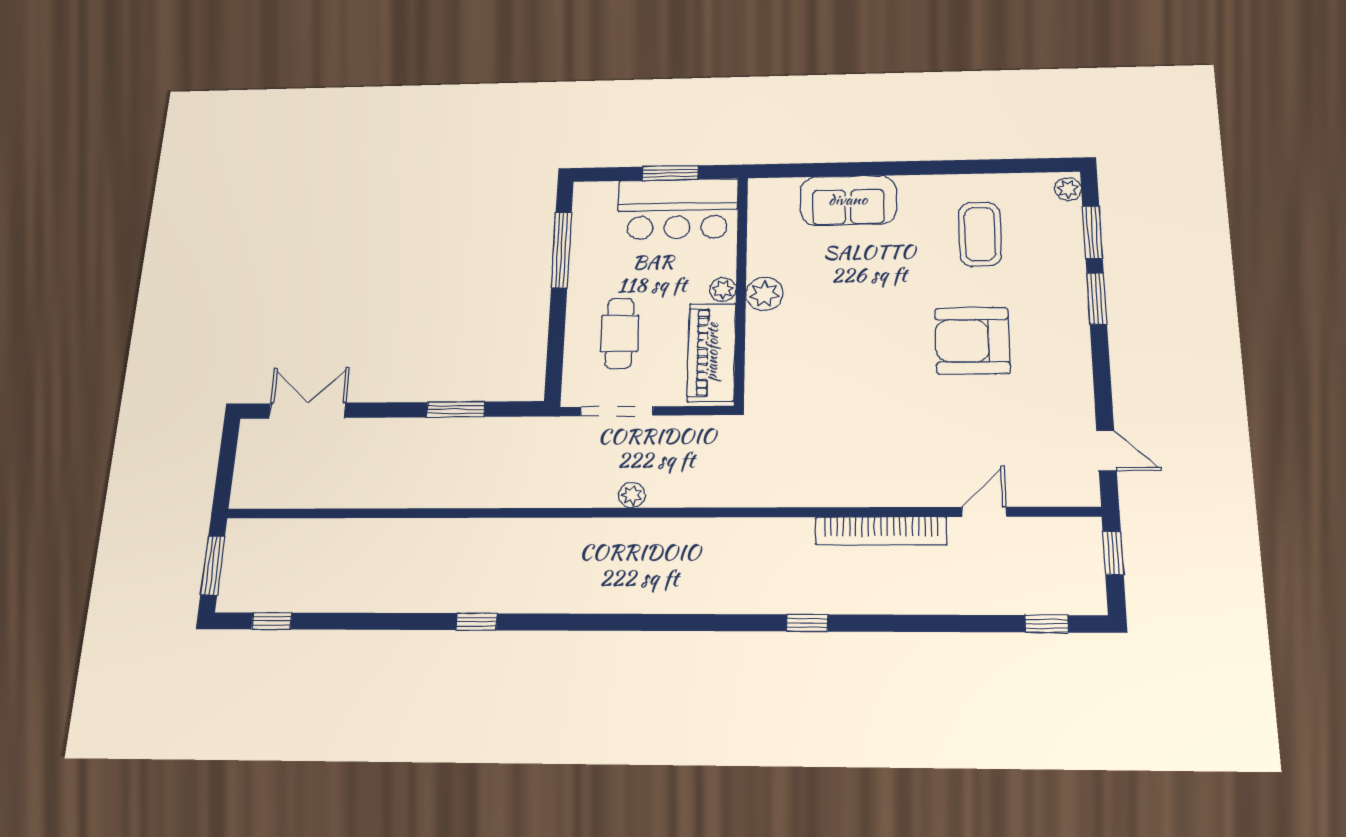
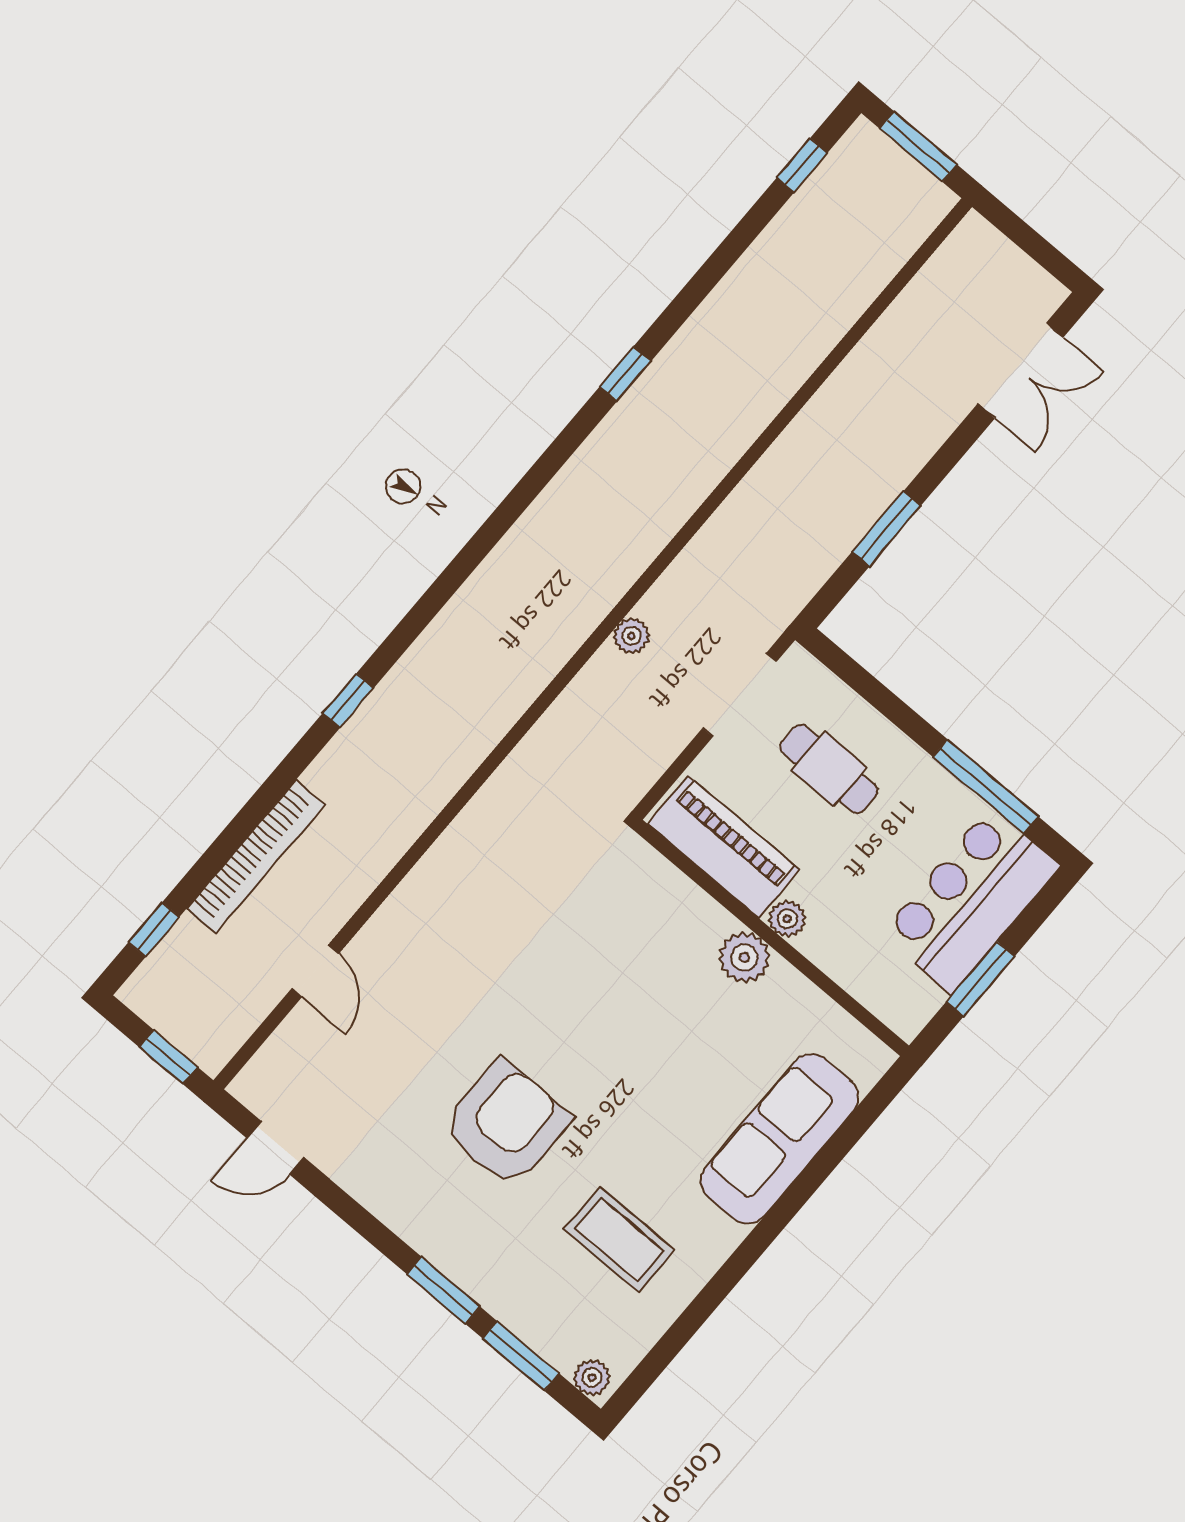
sofa: (848, 200) -> (779, 1139), width x1.36
bar counter: (678, 209) -> (971, 900), moved
bookcase: (881, 531) -> (256, 857), moved, turned 180

